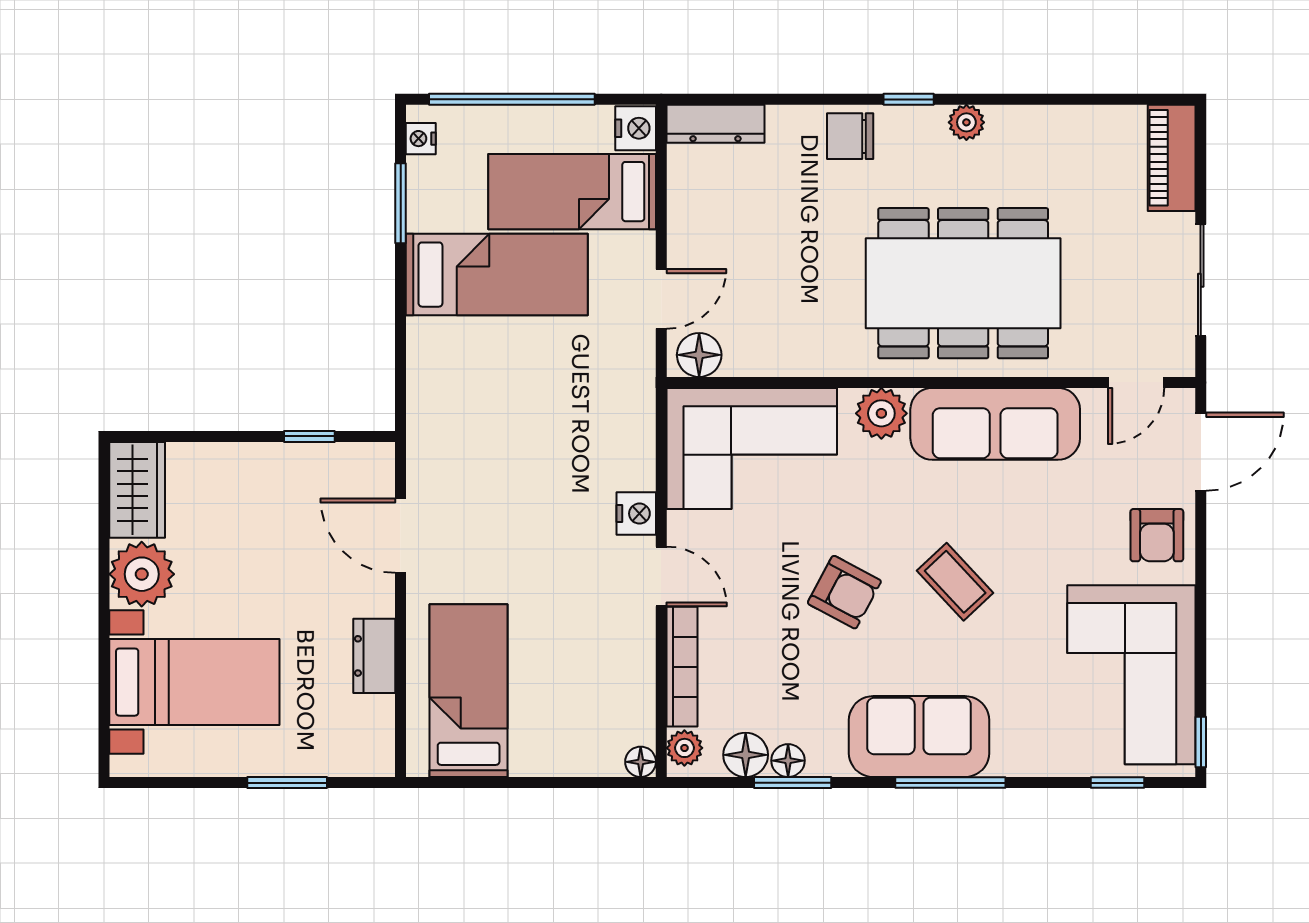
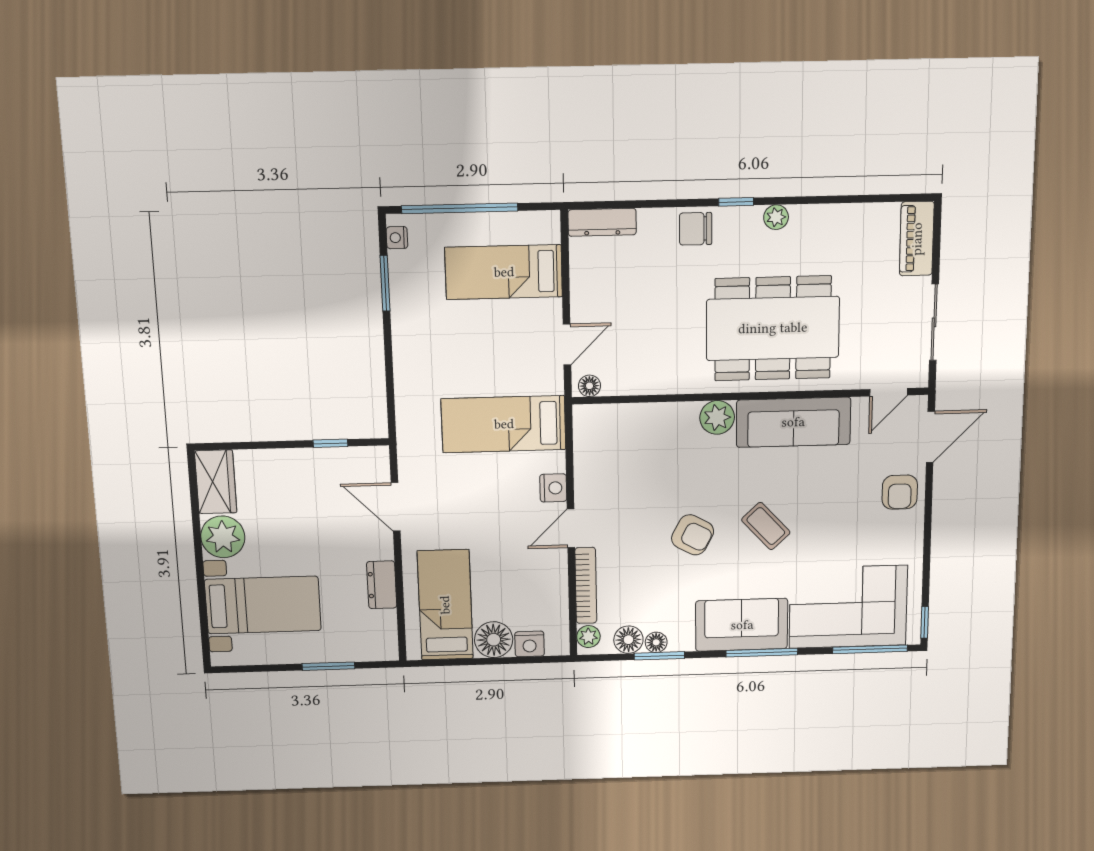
nightstand: (636, 128) -> (530, 644), moved, turned 90
bed: (497, 275) -> (504, 424), moved, turned 180
floor lamp: (699, 355) -> (590, 386), width x0.73, depth x0.73
corner sofa: (752, 449) -> (630, 443), removed
door: (661, 576) -> (571, 528), swing flipped
corner sofa: (1131, 675) -> (848, 607), moved, turned 90
floor lamp: (641, 762) -> (494, 640), moved, width x1.89, depth x1.89
window: (1118, 783) -> (870, 649), width x2.17

